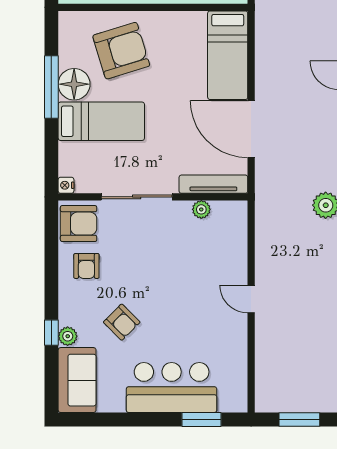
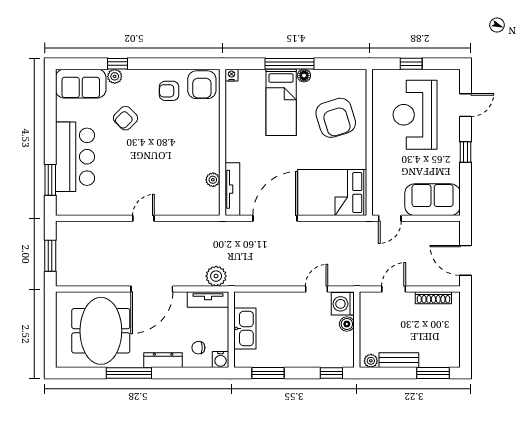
bed: (228, 55) -> (332, 192), width x1.50
floor lamp: (74, 84) -> (304, 76), width x0.53, depth x0.53
window: (51, 87) -> (289, 64), moved
sliding door: (137, 197) -> (223, 130), removed

